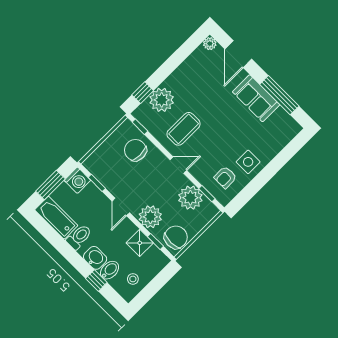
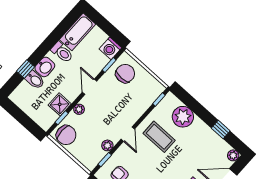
window: (143, 93) -> (221, 129), moved
chair: (135, 150) -> (125, 74), moved
window: (50, 185) -> (105, 25), removed
plant: (190, 198) -> (107, 145), width x0.53, depth x0.53
door: (121, 207) -> (90, 87), hinge flipped
plant: (150, 217) -> (79, 109), width x0.53, depth x0.53
stool: (133, 279) -> (29, 100), removed

